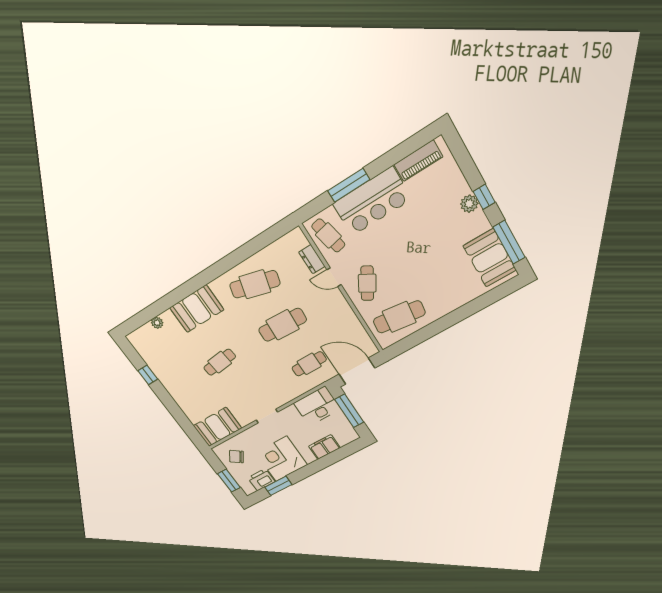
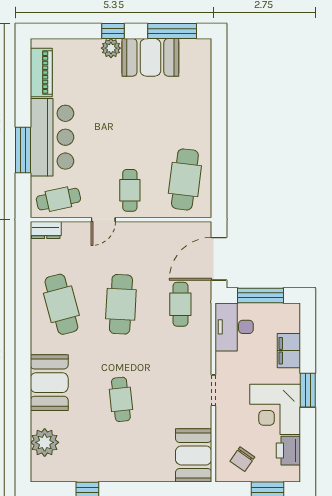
booth: (490, 258) -> (150, 57), moved
dresser: (312, 259) -> (46, 230), moved
cafe table: (367, 283) -> (130, 190), turned 60
cafe table: (255, 284) -> (61, 304), turned -30
plant: (157, 323) -> (45, 442), width x1.88, depth x1.88
window: (278, 486) -> (308, 390), moved

